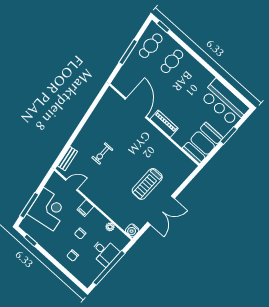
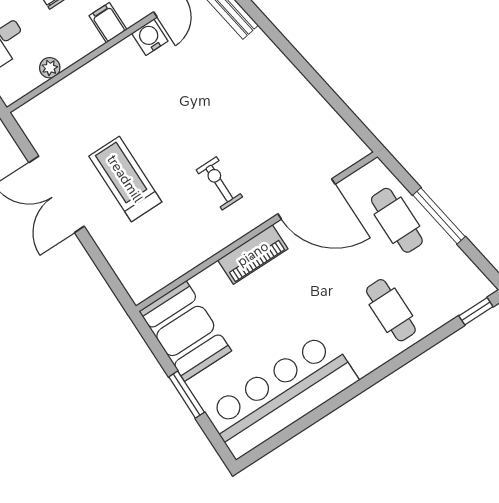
cafe table: (151, 46) -> (397, 220), moved
bar counter: (225, 102) -> (281, 395), width x1.36
exercise bike: (102, 154) -> (219, 183), moved
water cooler: (132, 230) -> (150, 37), moved

